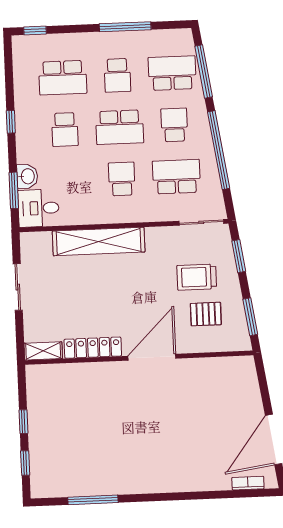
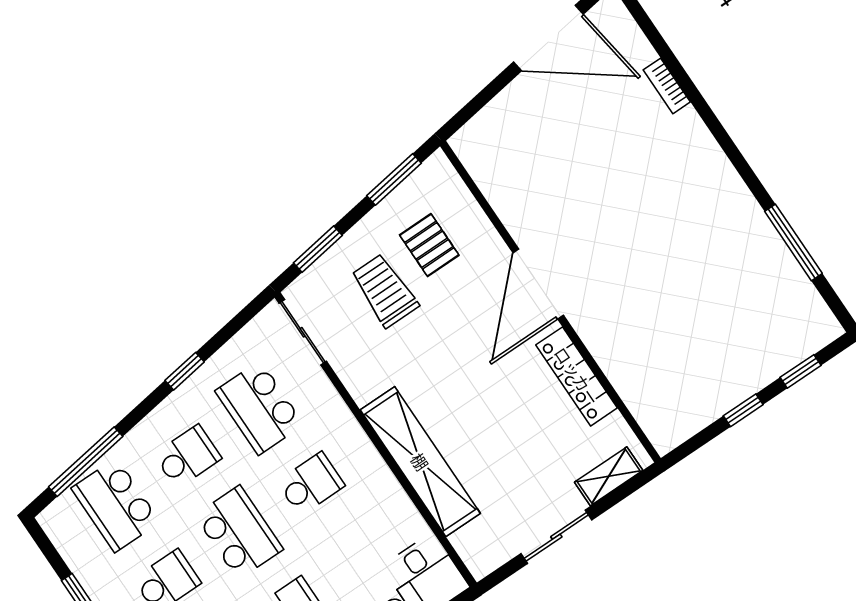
school desk: (174, 125) -> (188, 456), turned 180
window: (219, 150) -> (185, 371), width x0.32
school desk: (122, 179) -> (311, 484), turned 180
trolley: (197, 277) -> (385, 291), turned 180
shelving: (43, 351) -> (609, 476), moved, turned 90
door: (152, 357) -> (538, 284), hinge flipped
bookcase: (248, 483) -> (667, 86), moved

